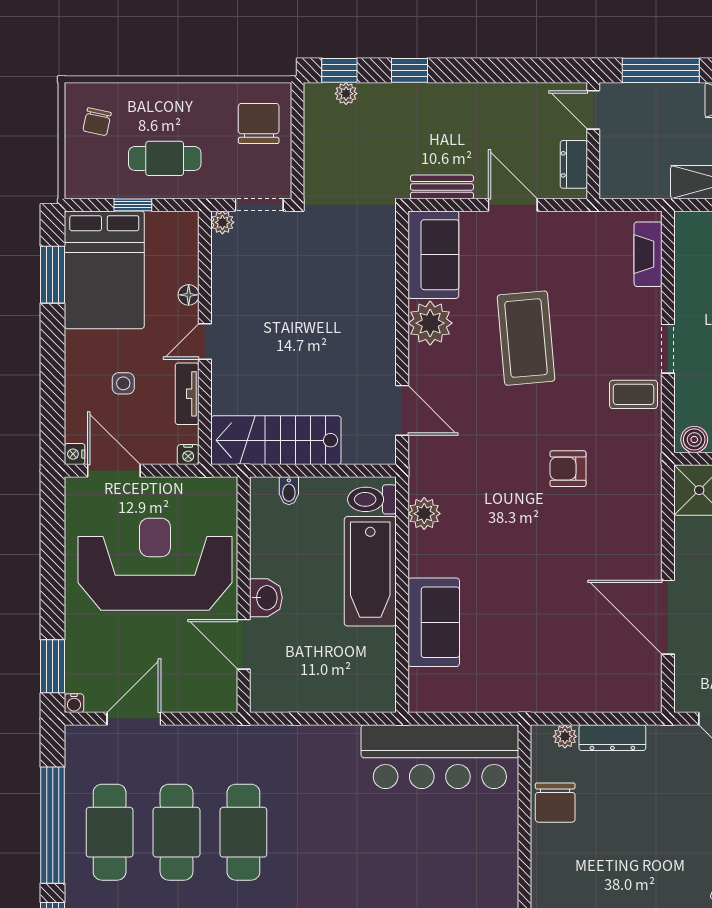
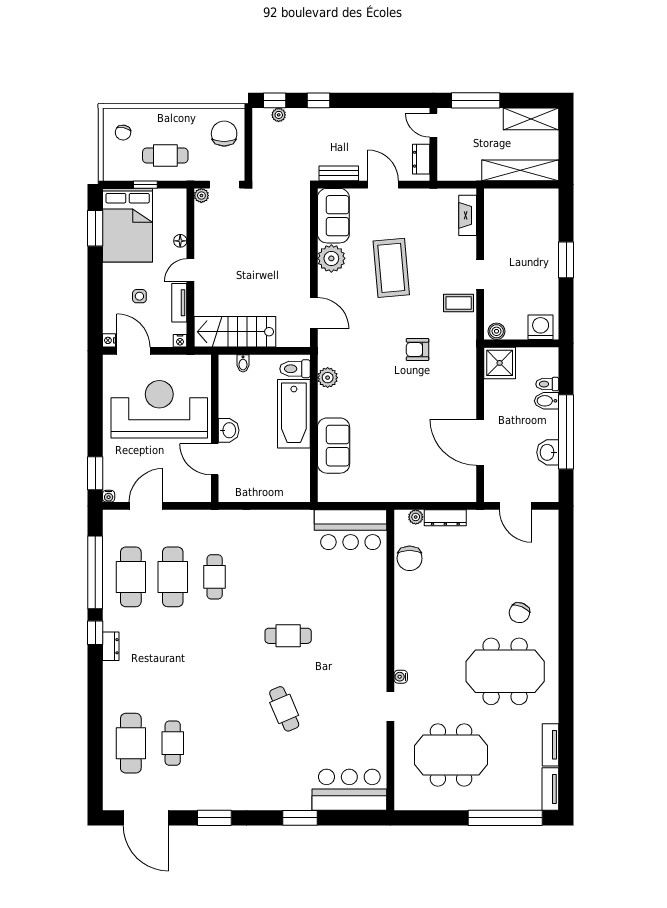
bar counter: (440, 757) -> (351, 530), width x0.73
cafe table: (243, 832) -> (215, 577), width x0.73, depth x0.74

